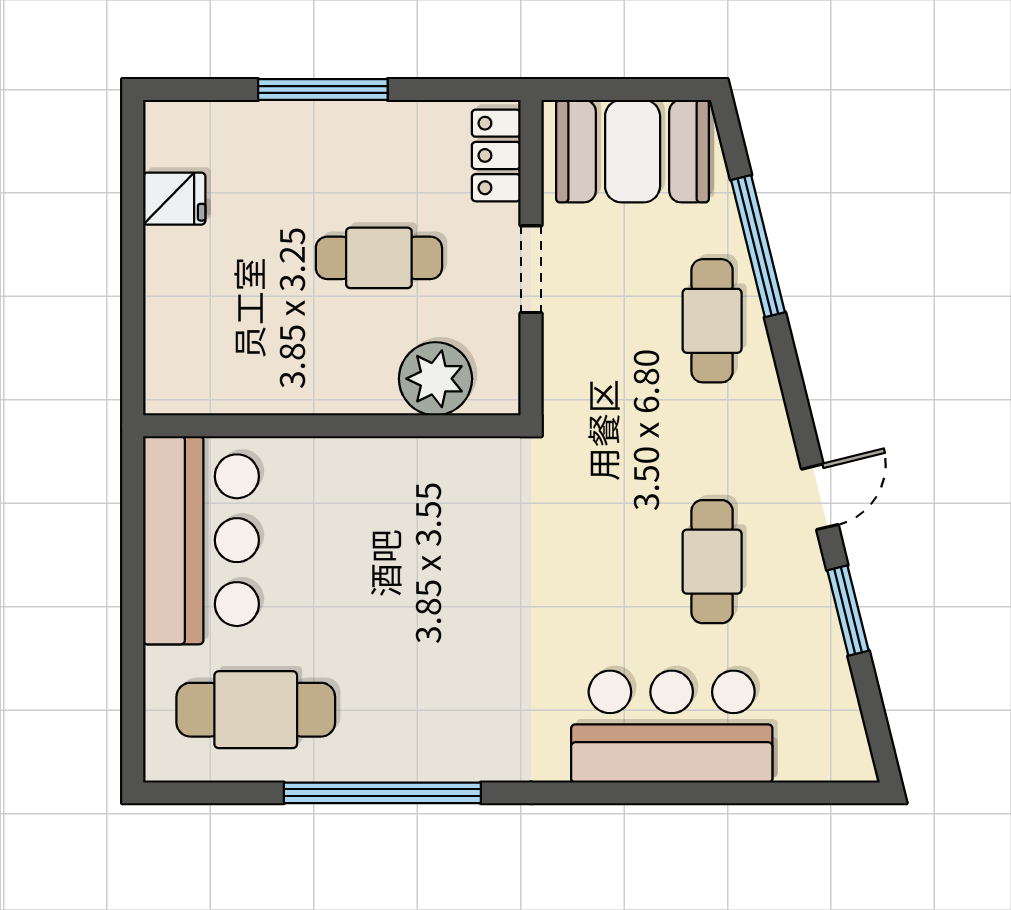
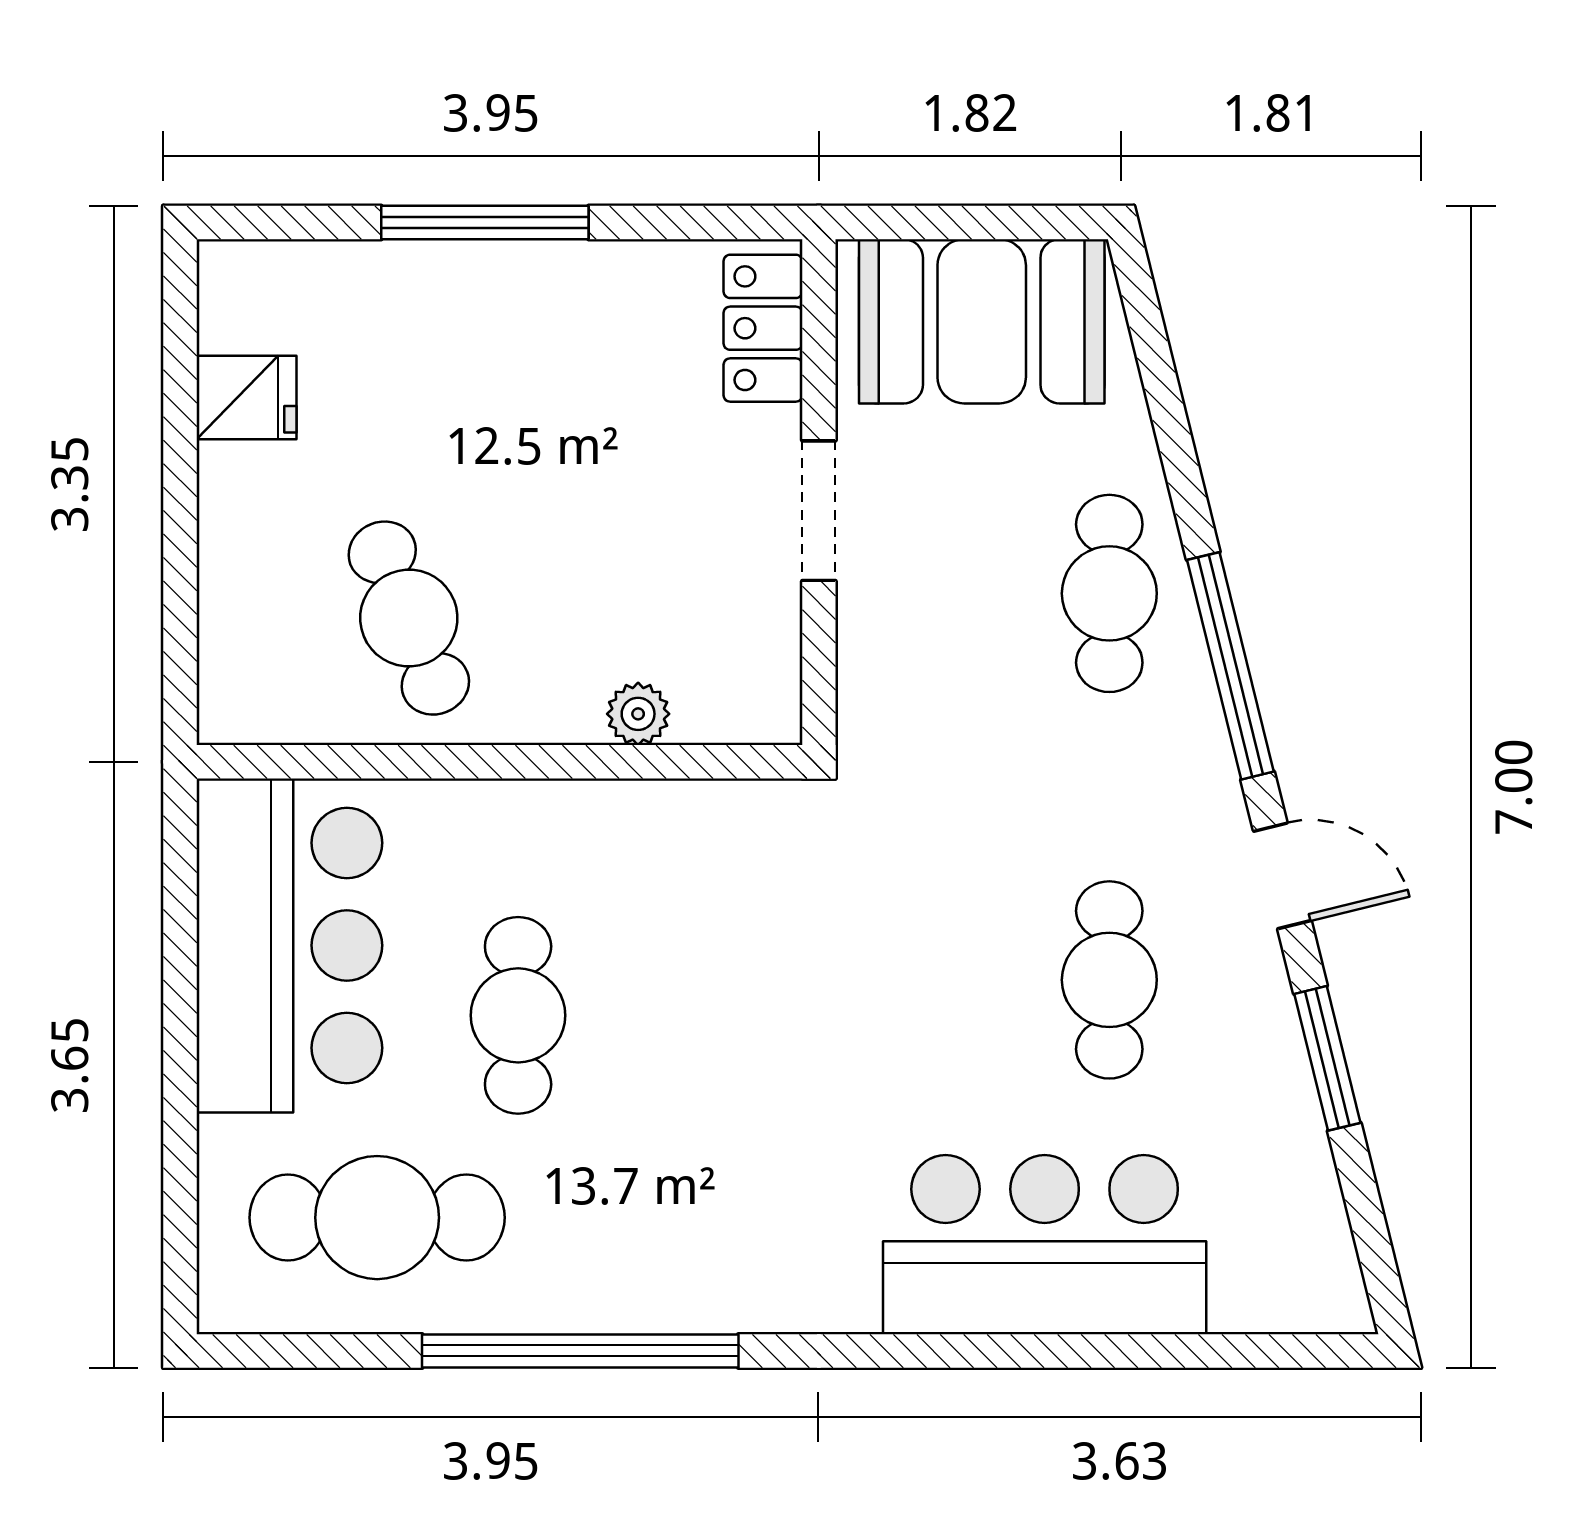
window: (758, 246) -> (1230, 666), moved
cafe table: (379, 258) -> (409, 618), moved, turned 68
plant: (435, 379) -> (638, 714), width x0.53, depth x0.53
door: (820, 497) -> (1282, 876), hinge flipped
cafe table: (344, 584) -> (518, 1015), added

